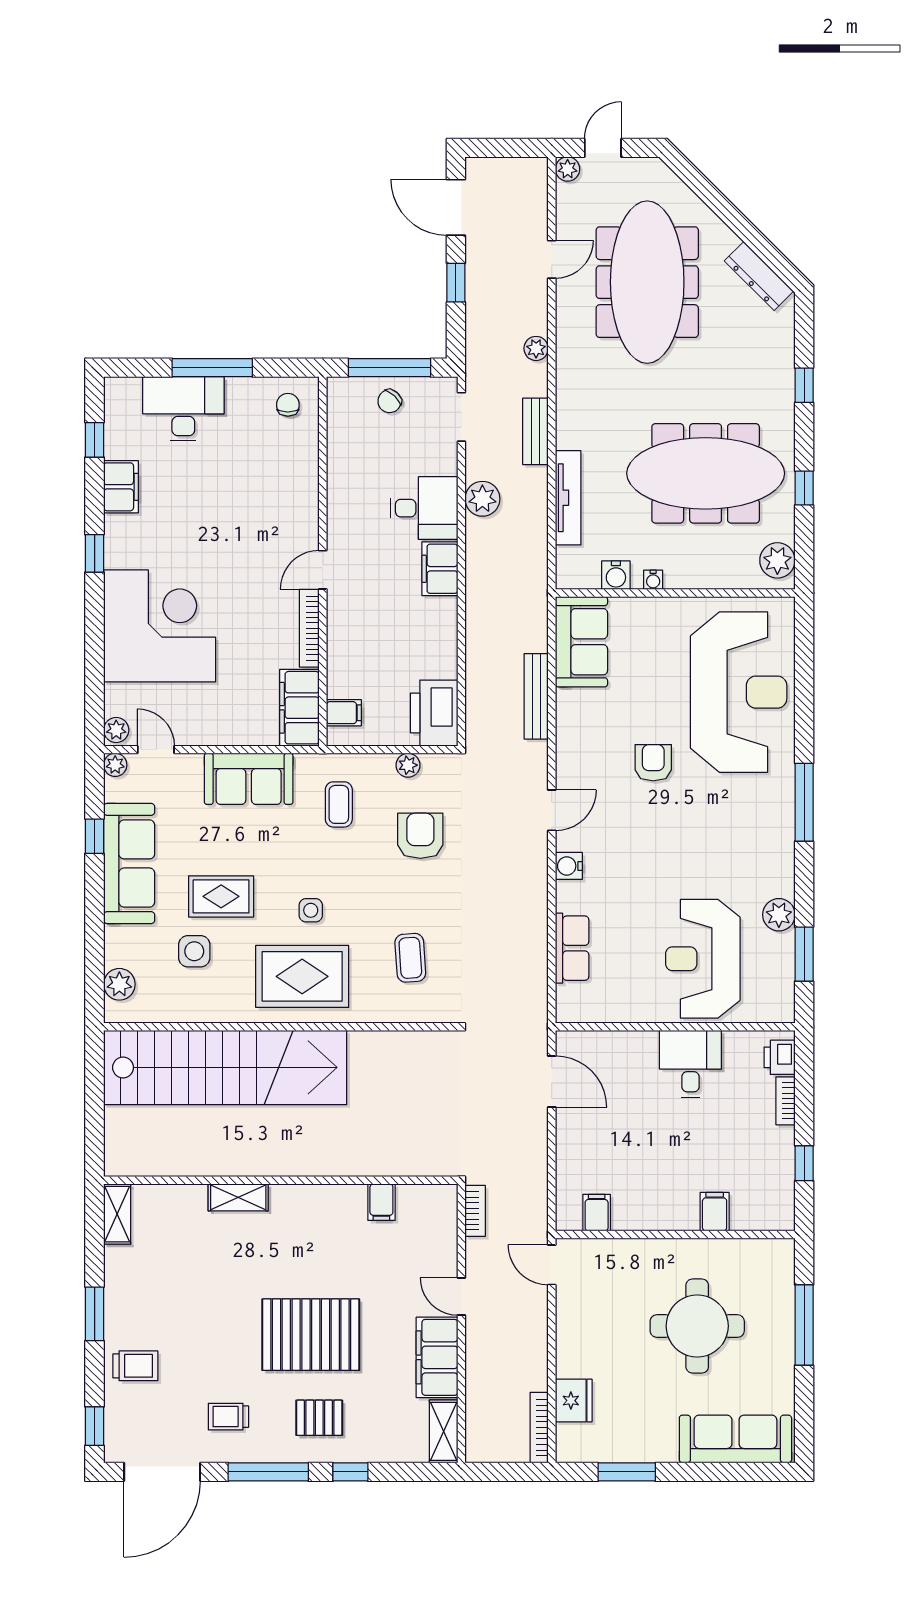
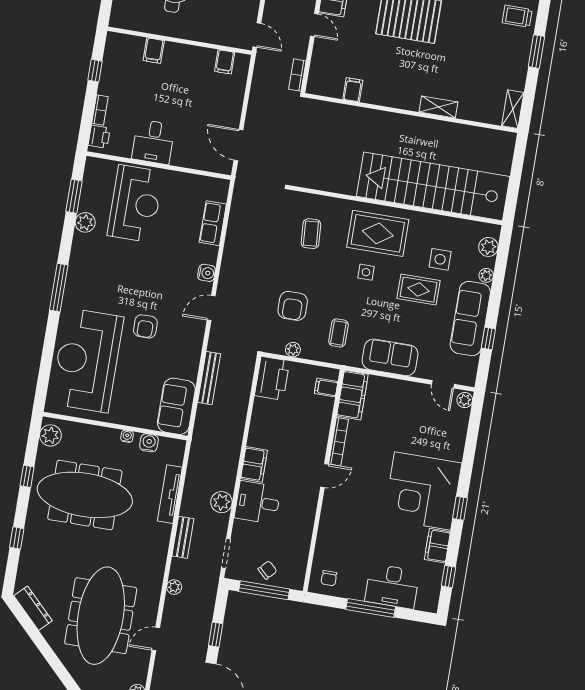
corner desk: (160, 626) -> (423, 491), moved
plant: (115, 765) -> (486, 275), moved

